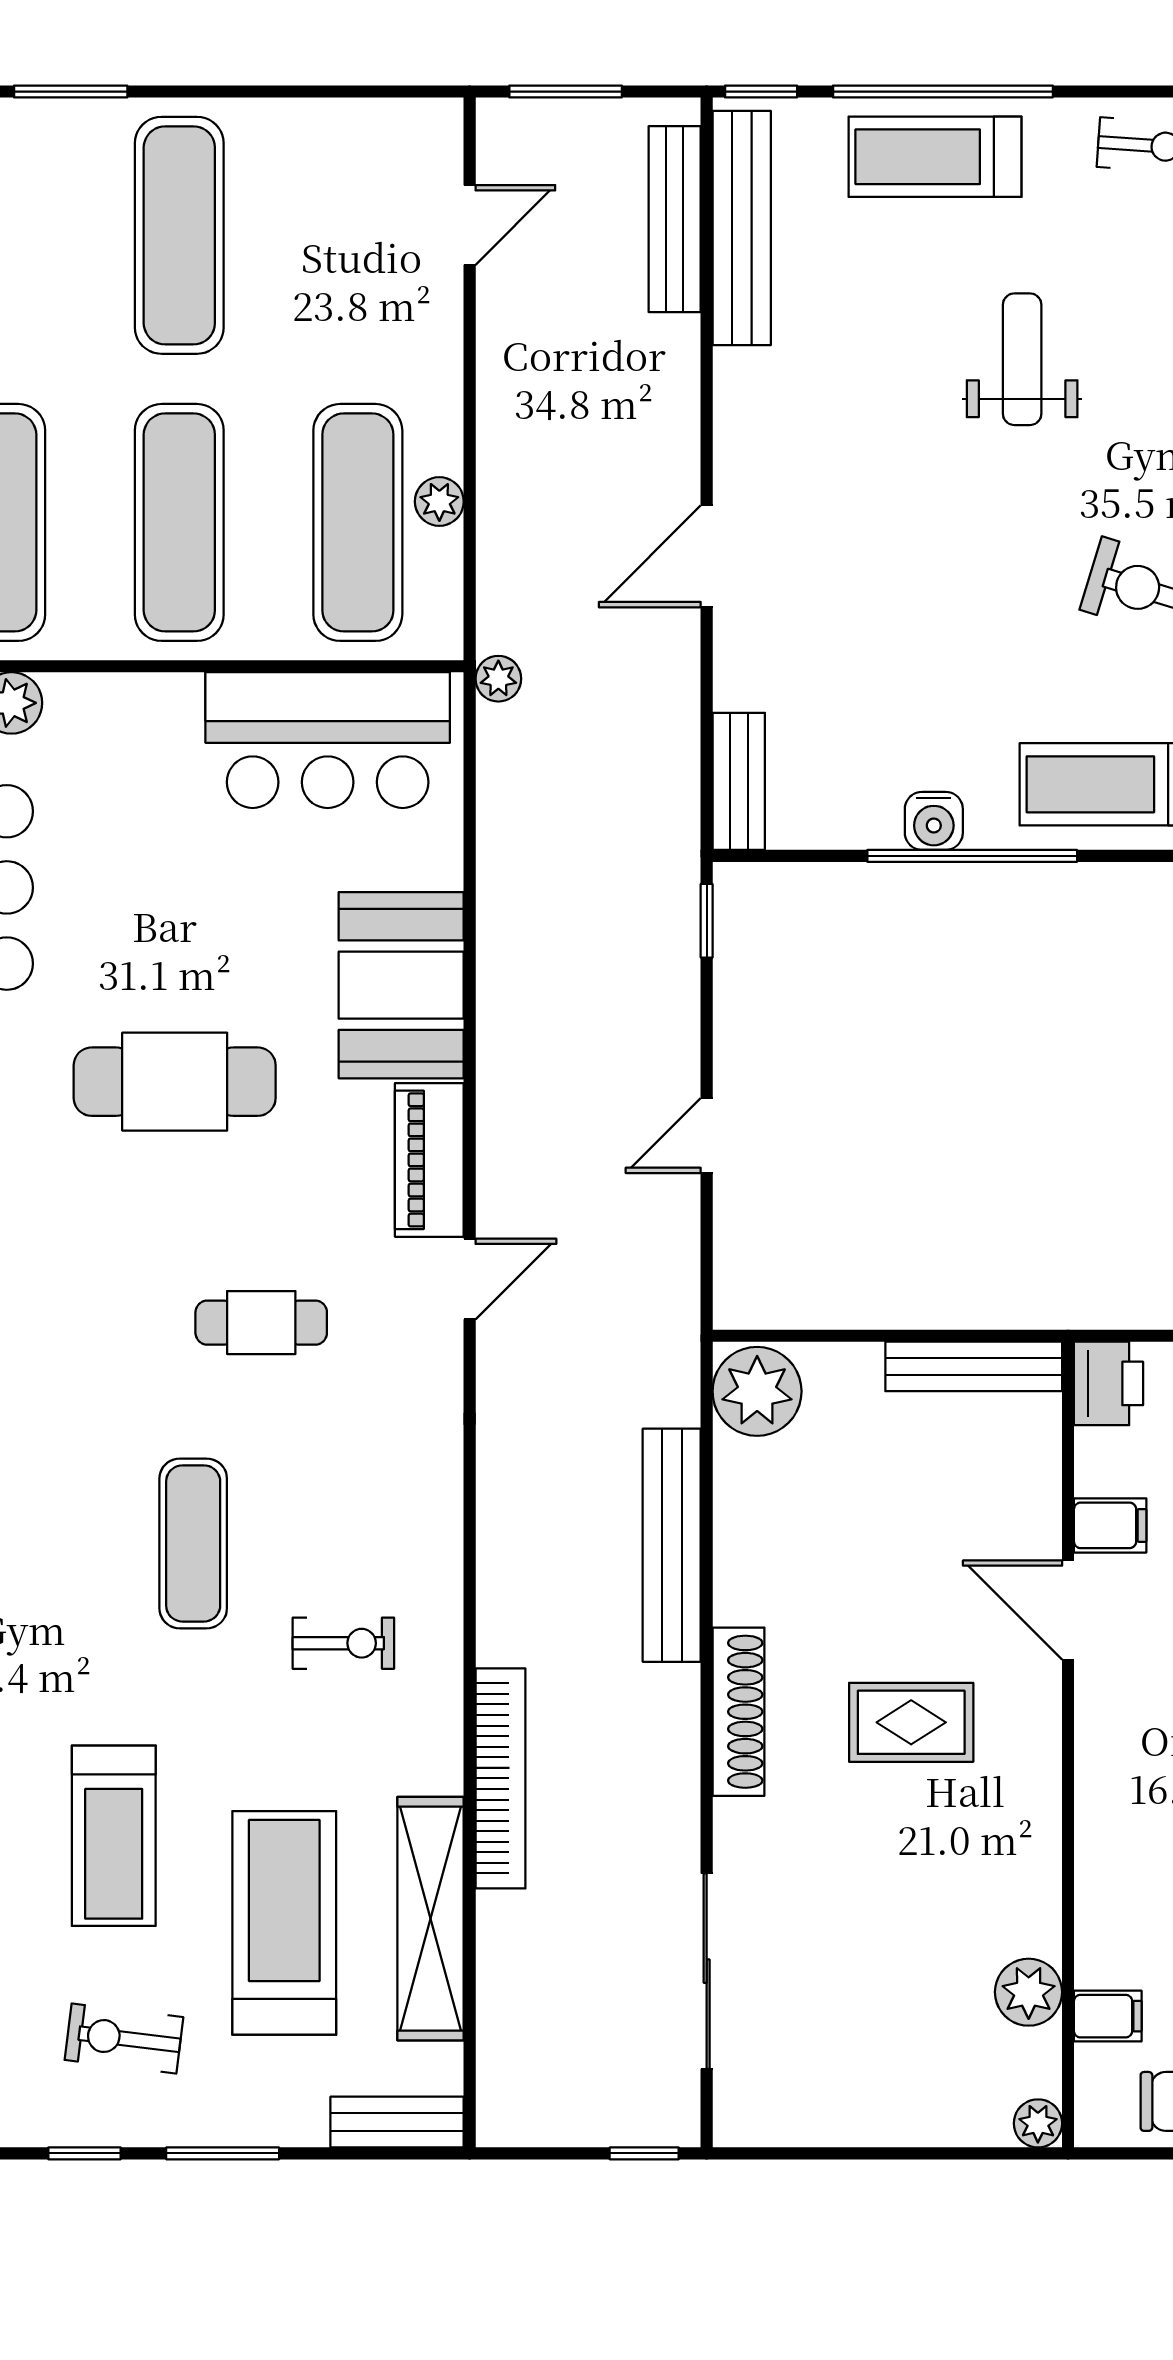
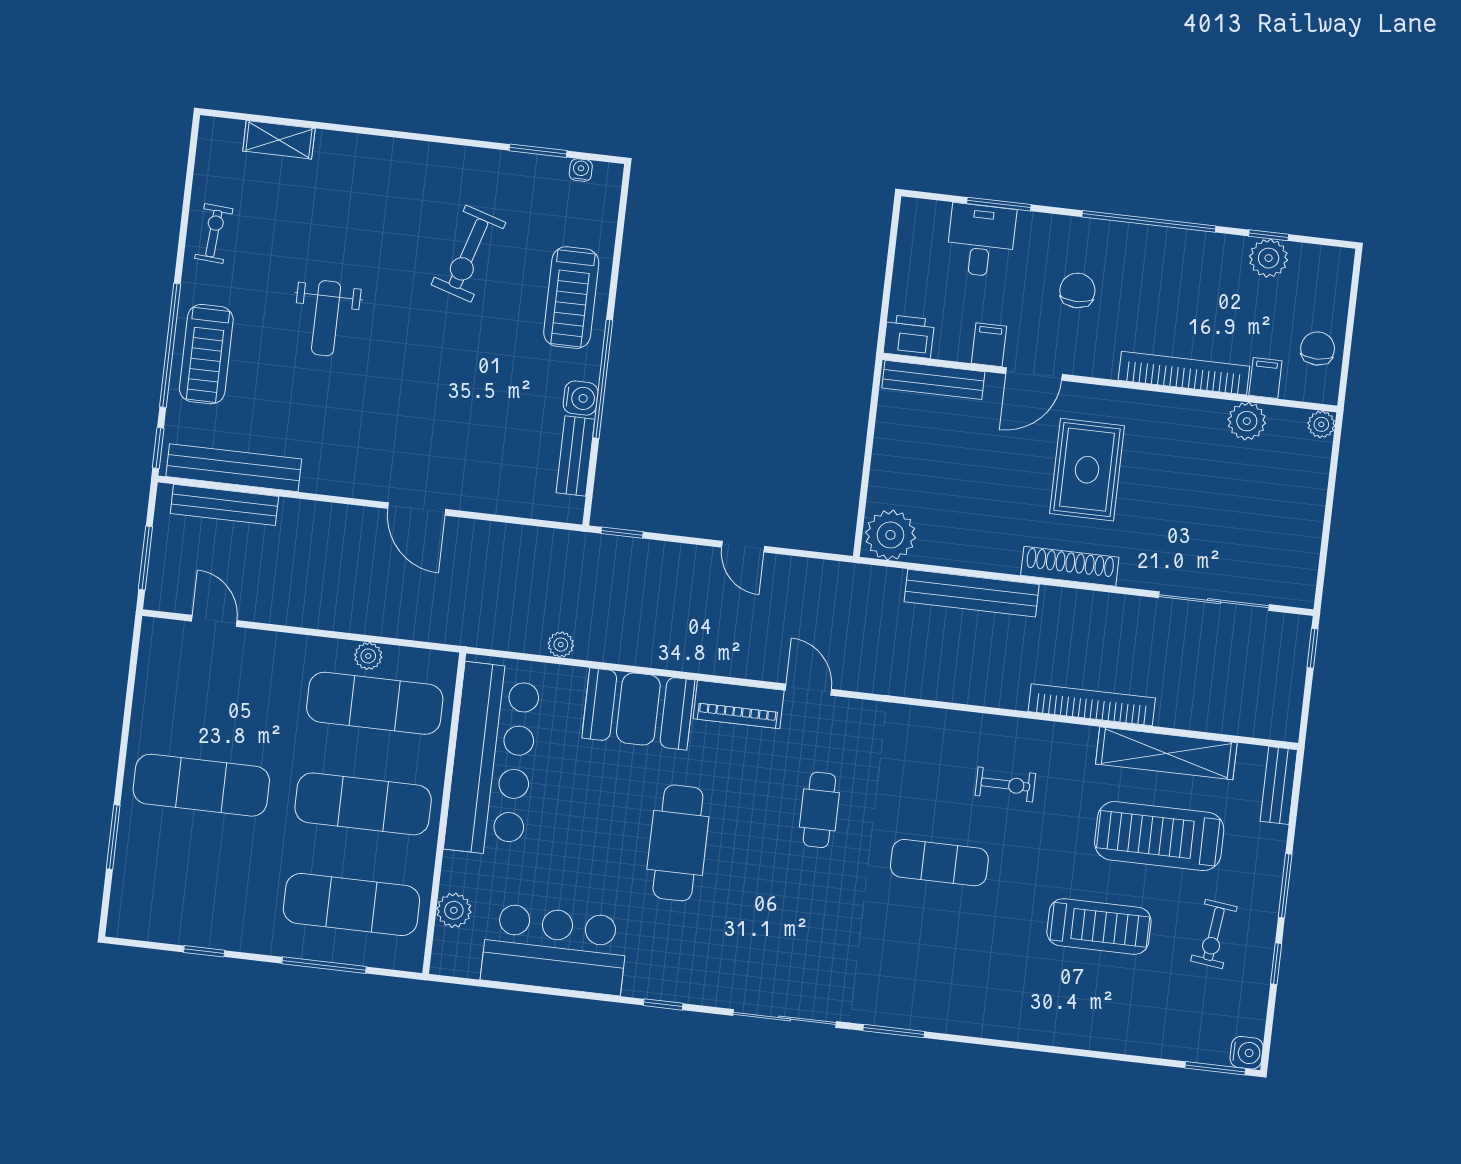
weight bench: (1022, 359) -> (326, 318), turned -90
plant: (498, 679) -> (561, 645), moved
bar counter: (328, 740) -> (493, 760), width x1.36
bench: (739, 781) -> (575, 456), moved, turned 90
bench: (974, 1366) -> (933, 380), moved, turned 90
exercise bike: (343, 1643) -> (1005, 784), turned 90
rug: (911, 1722) -> (1087, 470), width x1.36, depth x1.43
bookcase: (1100, 1872) -> (1184, 373), added

